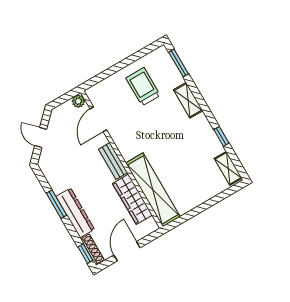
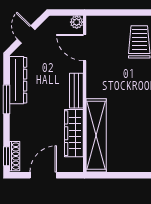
door: (98, 119) -> (85, 48), hinge flipped
dresser: (75, 213) -> (18, 80), moved

